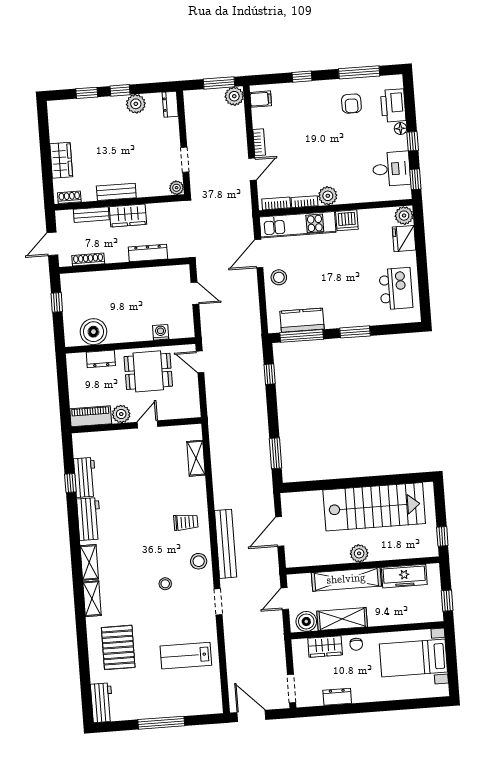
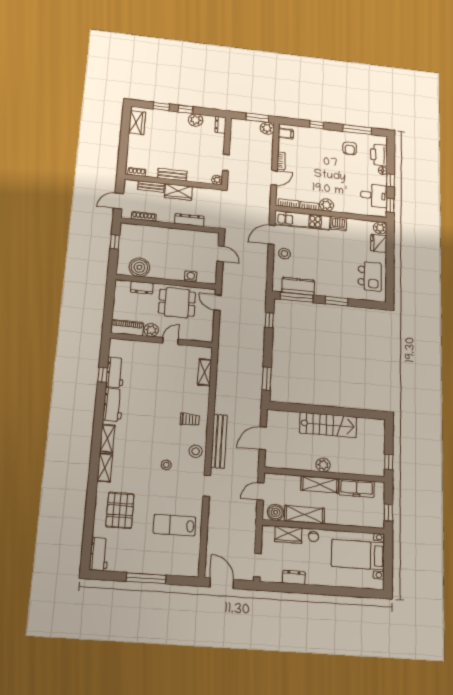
wardrobe: (61, 160) -> (137, 123), moved
stairs: (374, 507) -> (328, 425), width x0.73, depth x0.66
shelving: (346, 579) -> (320, 484), width x0.68

